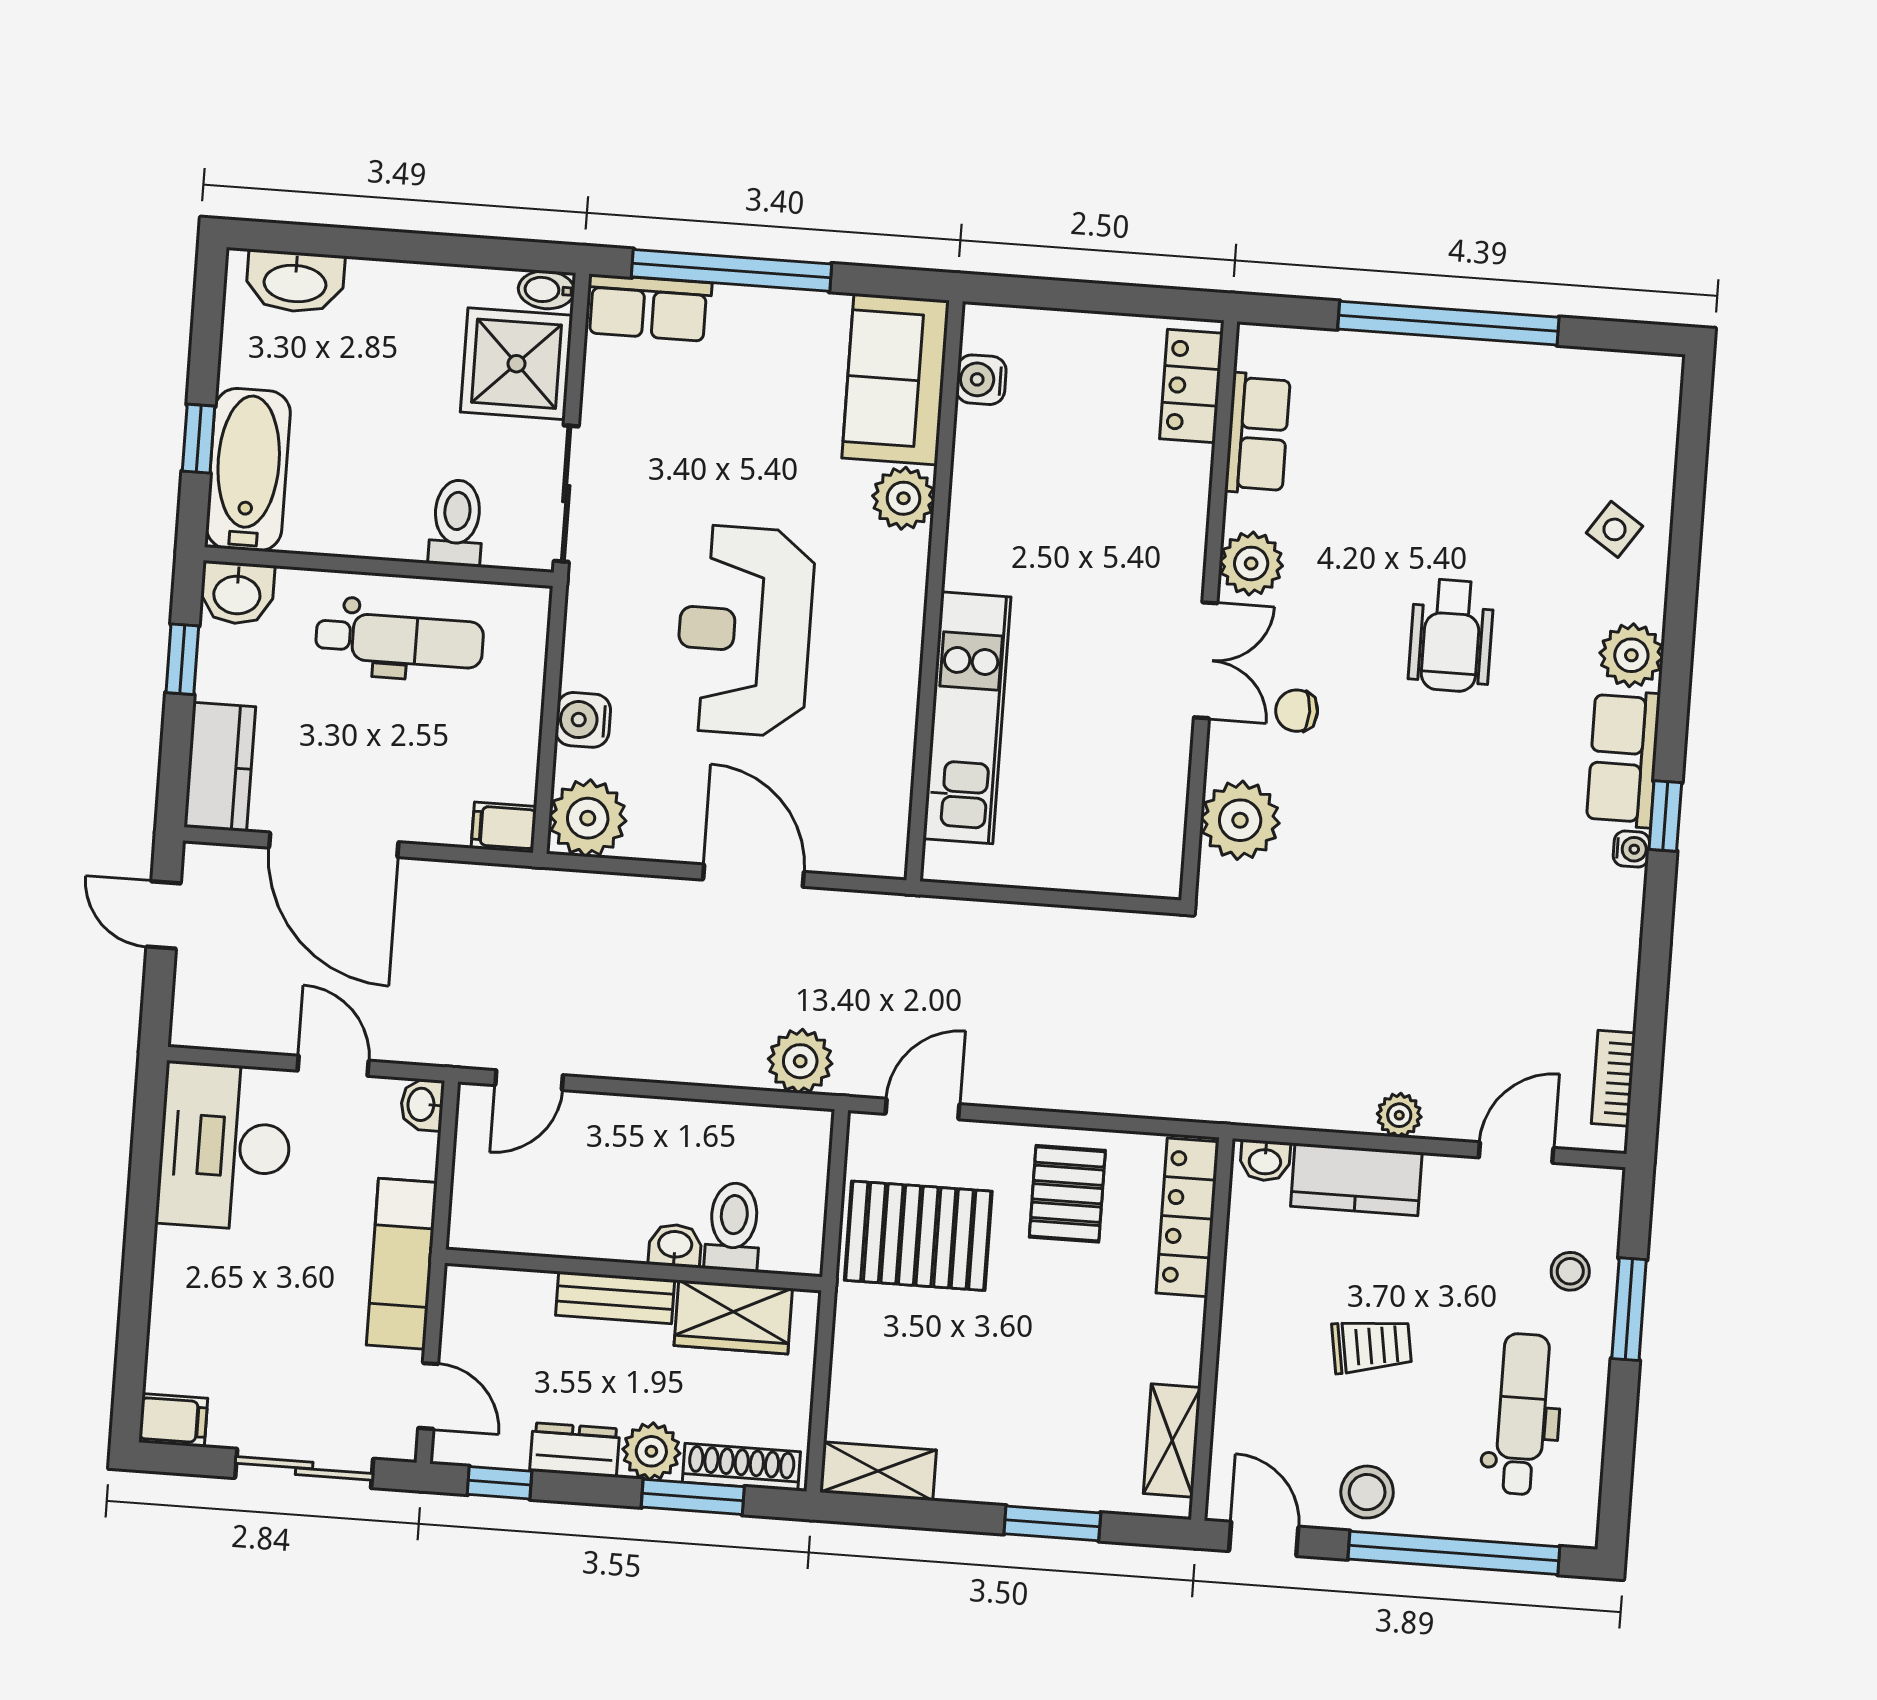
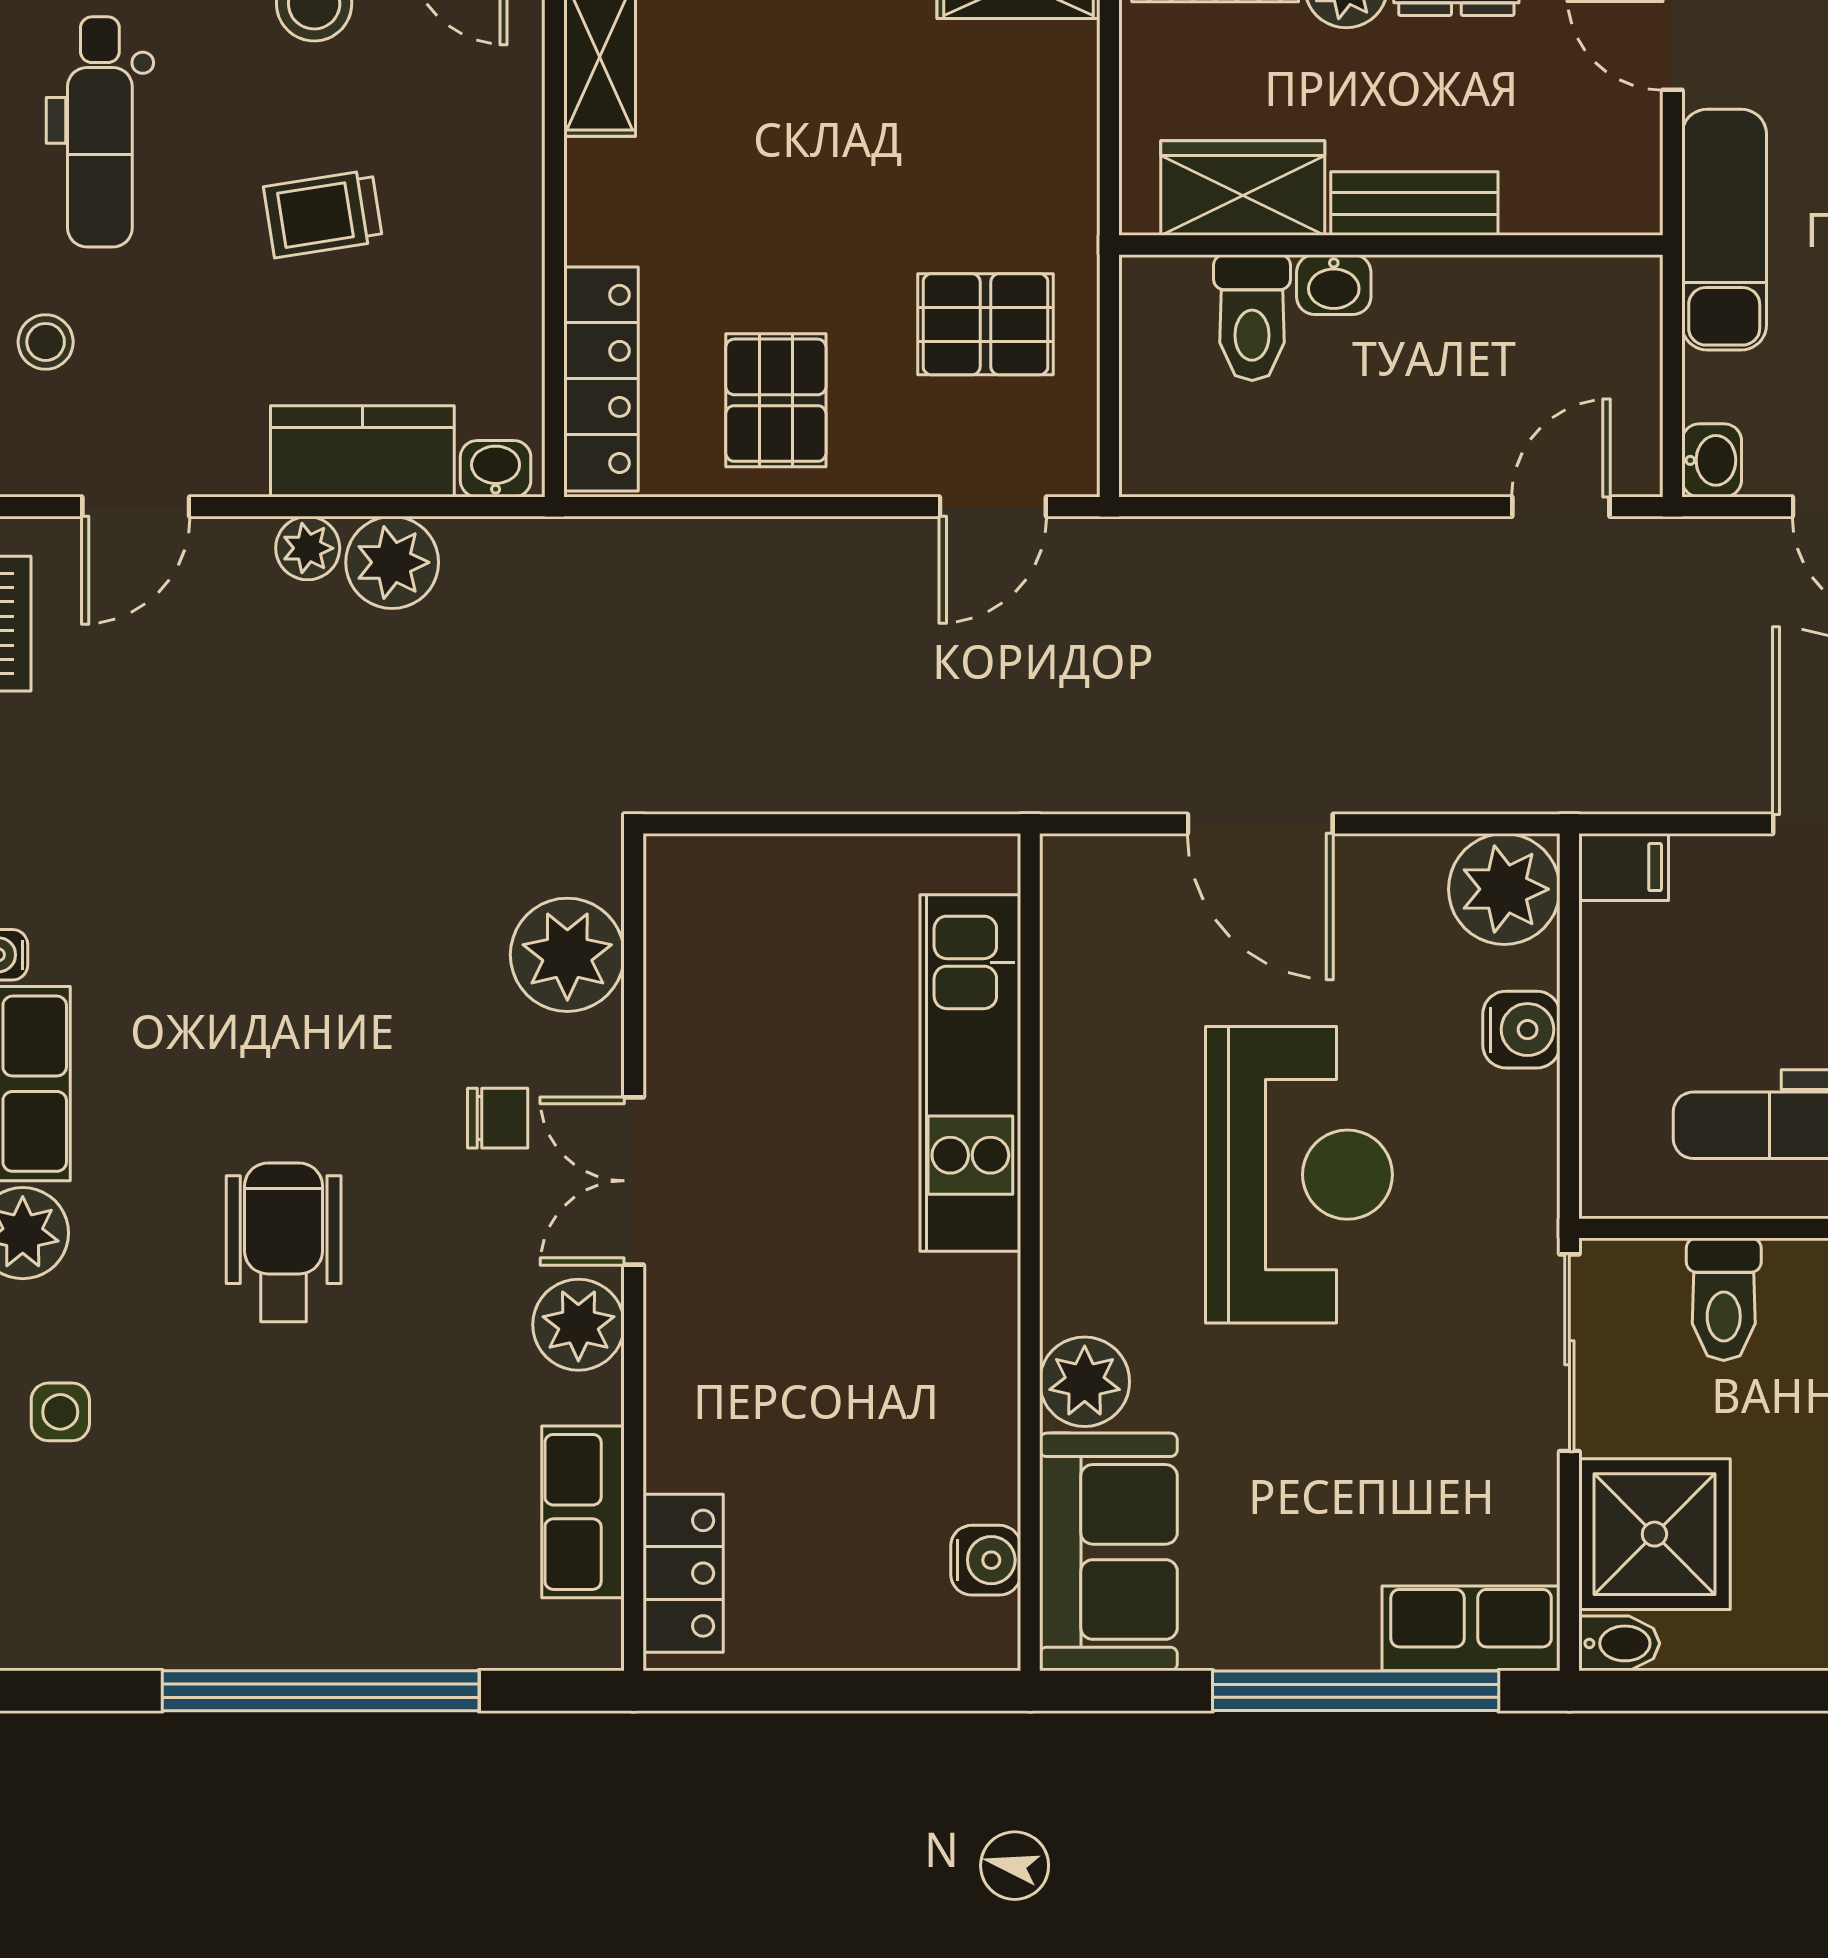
side table: (1615, 529) -> (60, 1412), turned -34
plant: (800, 1061) -> (392, 562), moved
pallet: (918, 1236) -> (985, 324), width x0.67, depth x0.71

